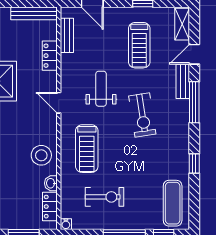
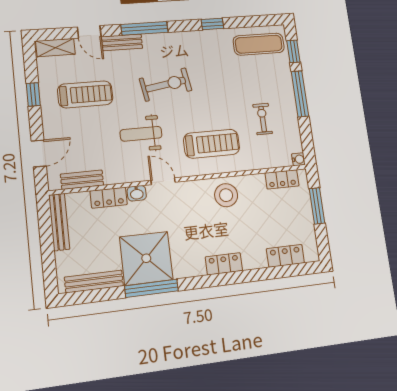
door: (59, 103) -> (163, 181), swing flipped
washbasin: (51, 183) -> (137, 193), moved
exercise bike: (104, 197) -> (263, 119), width x0.73, depth x0.72

